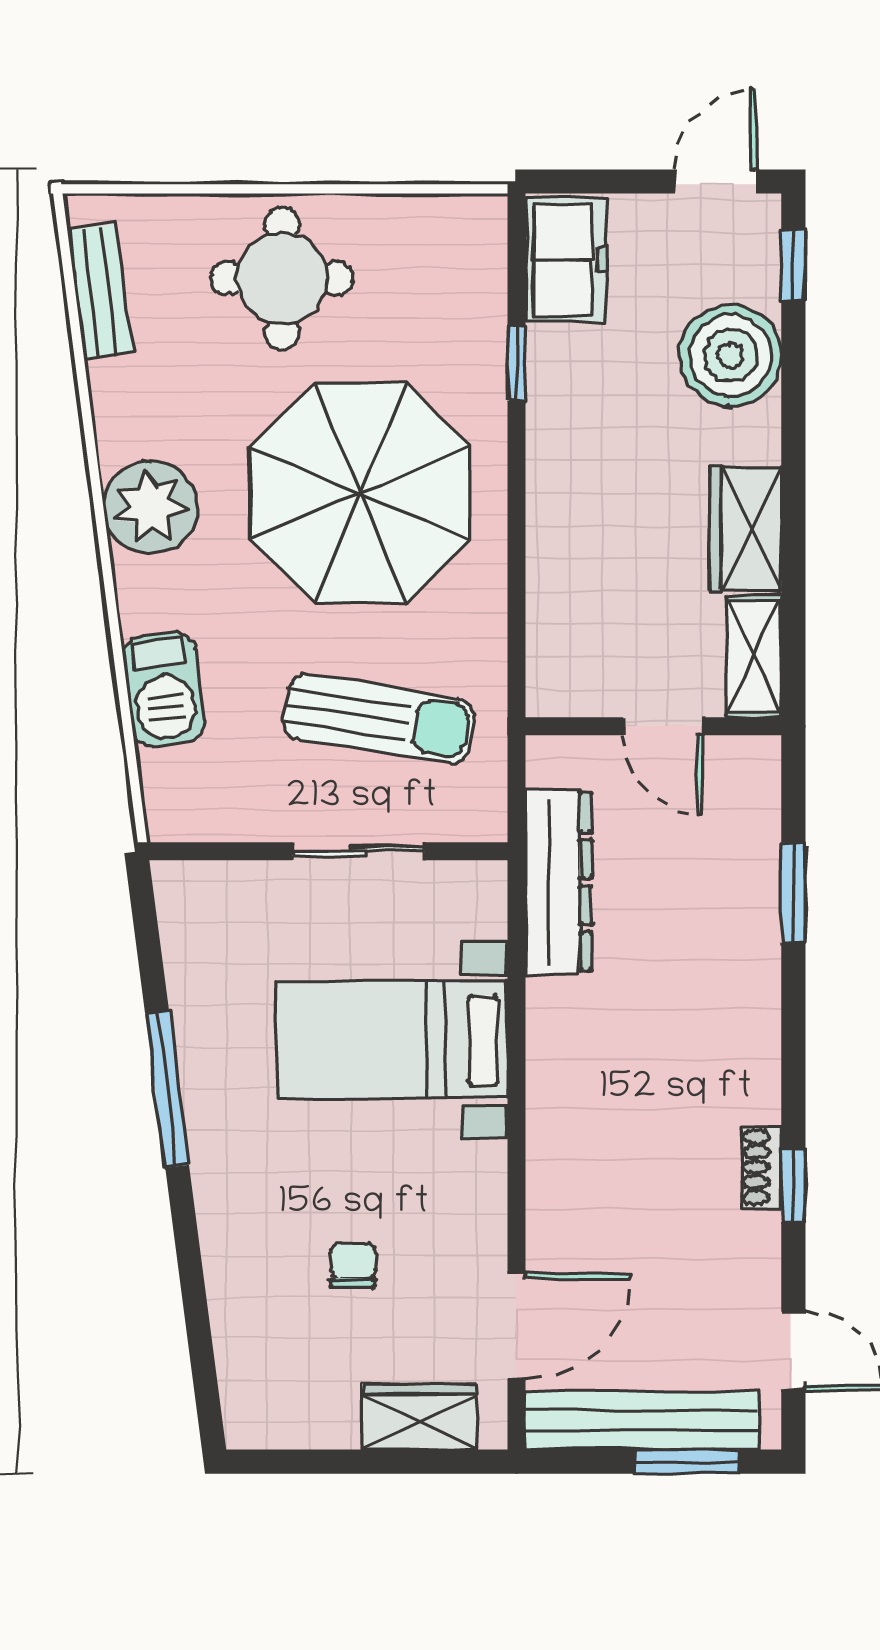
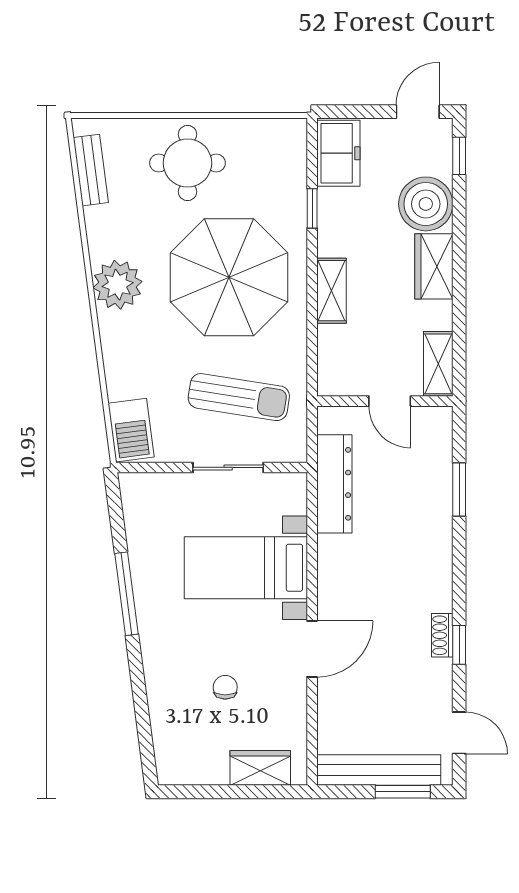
shelving: (553, 518) -> (331, 291), added
wardrobe: (746, 529) -> (434, 266), moved
barbecue: (164, 690) -> (131, 430), moved
door: (516, 1327) -> (312, 649), moved

